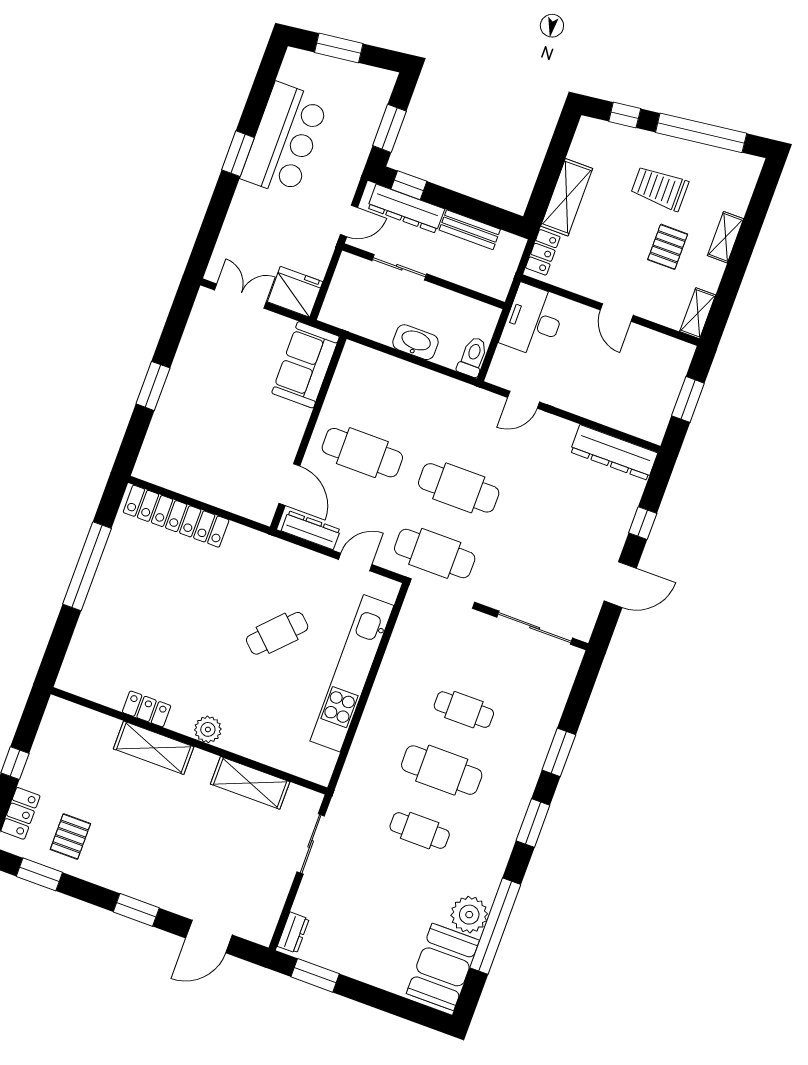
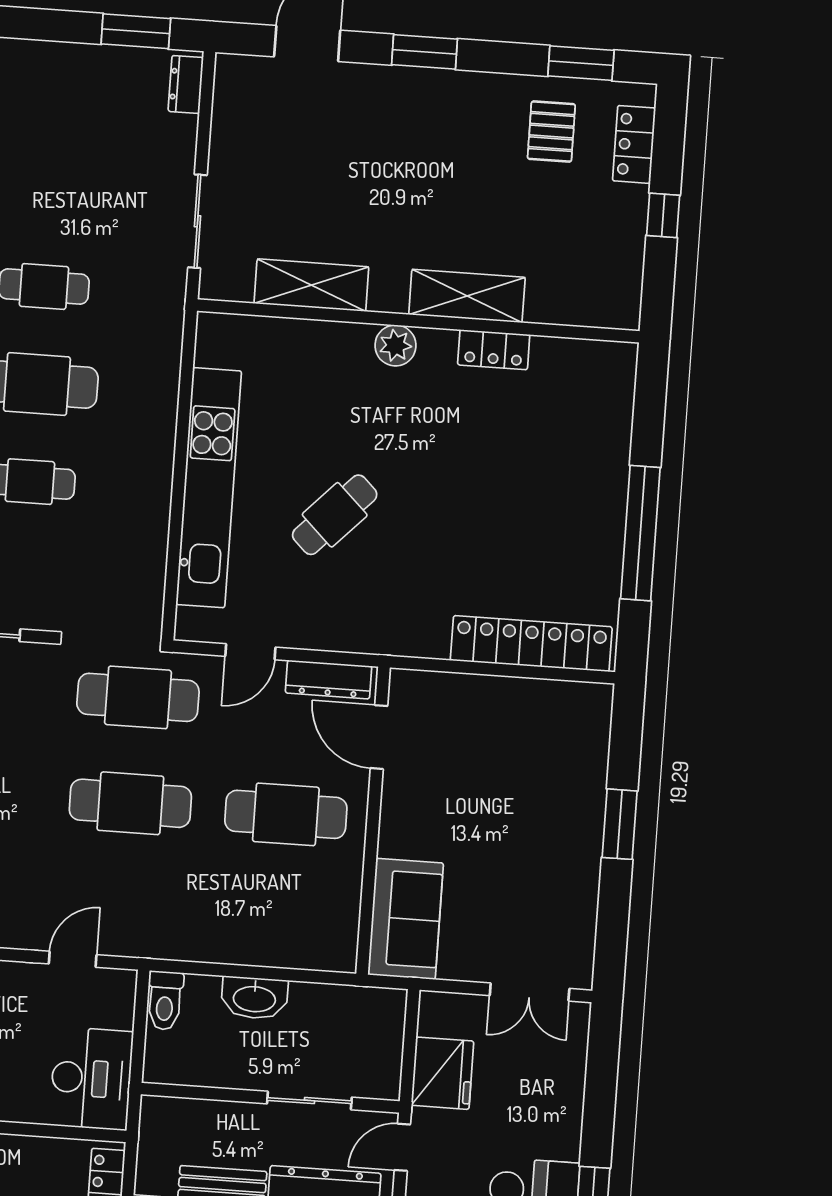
fridge: (295, 292) -> (442, 1073), moved, turned -90

